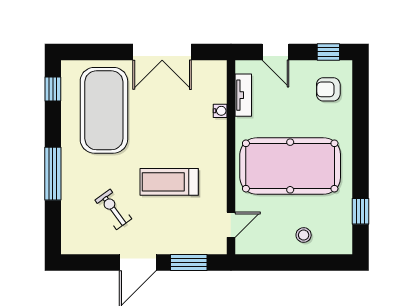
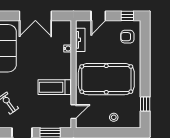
door: (276, 52) -> (98, 16), hinge flipped
treadmill: (169, 182) -> (54, 87), moved

